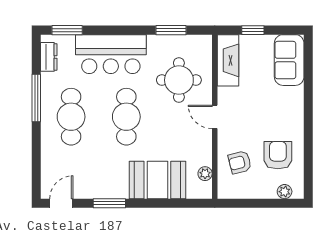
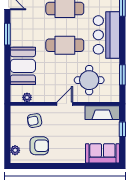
armchair: (240, 162) -> (35, 121), turned -86

